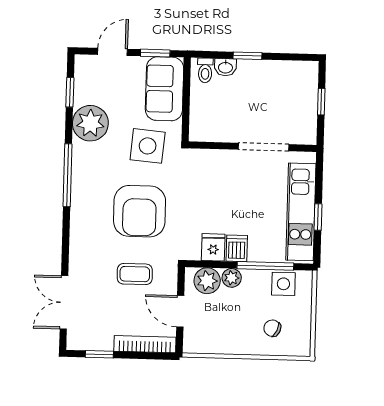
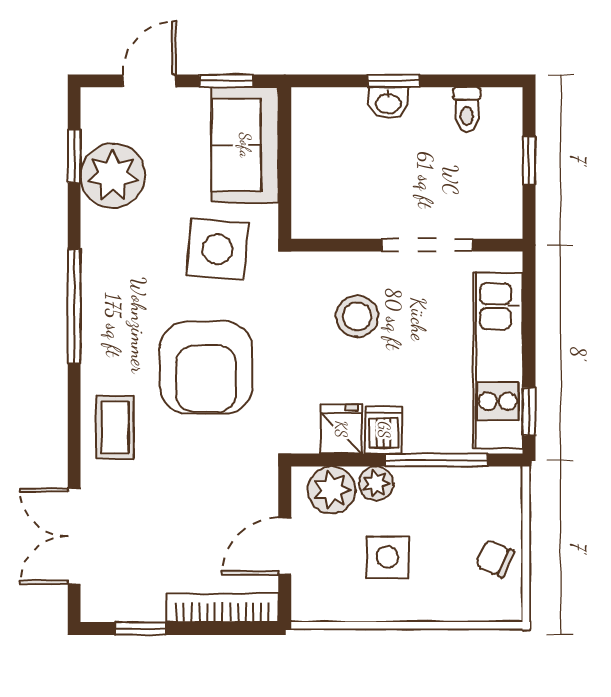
washbasin: (225, 67) -> (388, 103), moved
toilet: (205, 70) -> (467, 110), moved
plant: (90, 123) -> (113, 176), moved
stool: (224, 185) -> (357, 316), added
window: (318, 217) -> (529, 412), moved
coffee table: (135, 274) -> (115, 427), moved, turned 90
side table: (283, 284) -> (388, 557), moved
door: (180, 311) -> (285, 546), hinge flipped
chair: (272, 328) -> (495, 559), moved

